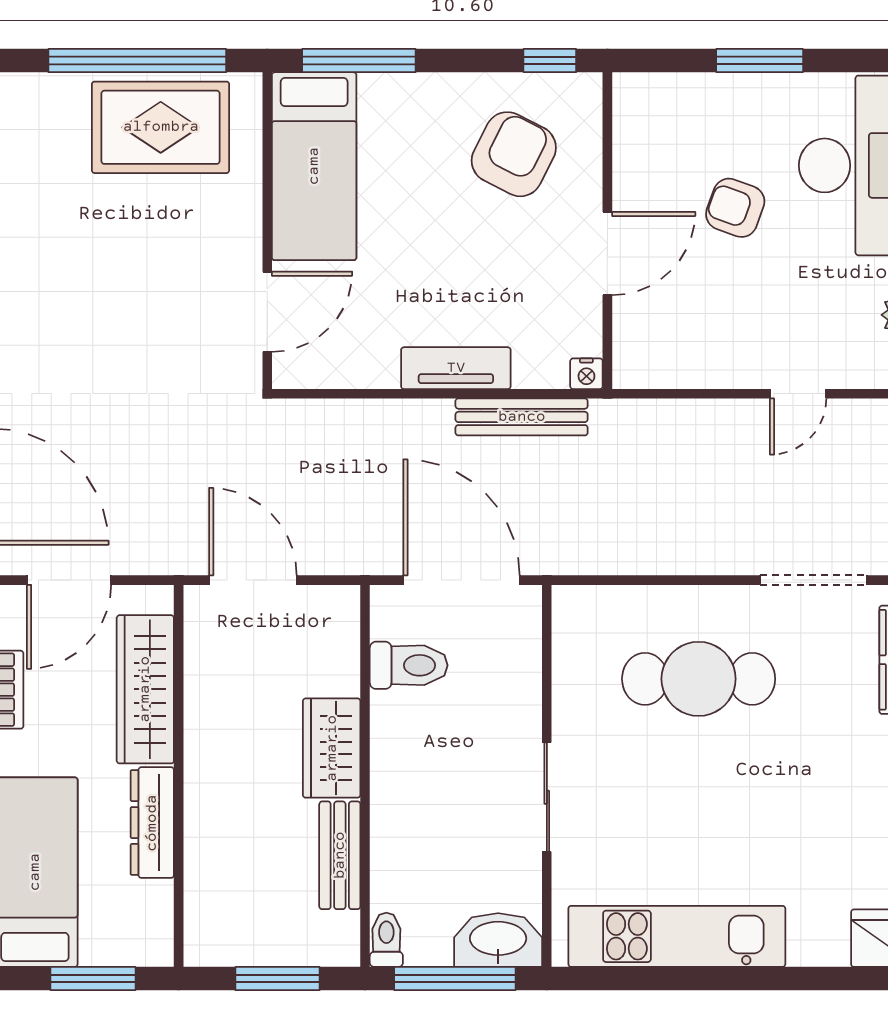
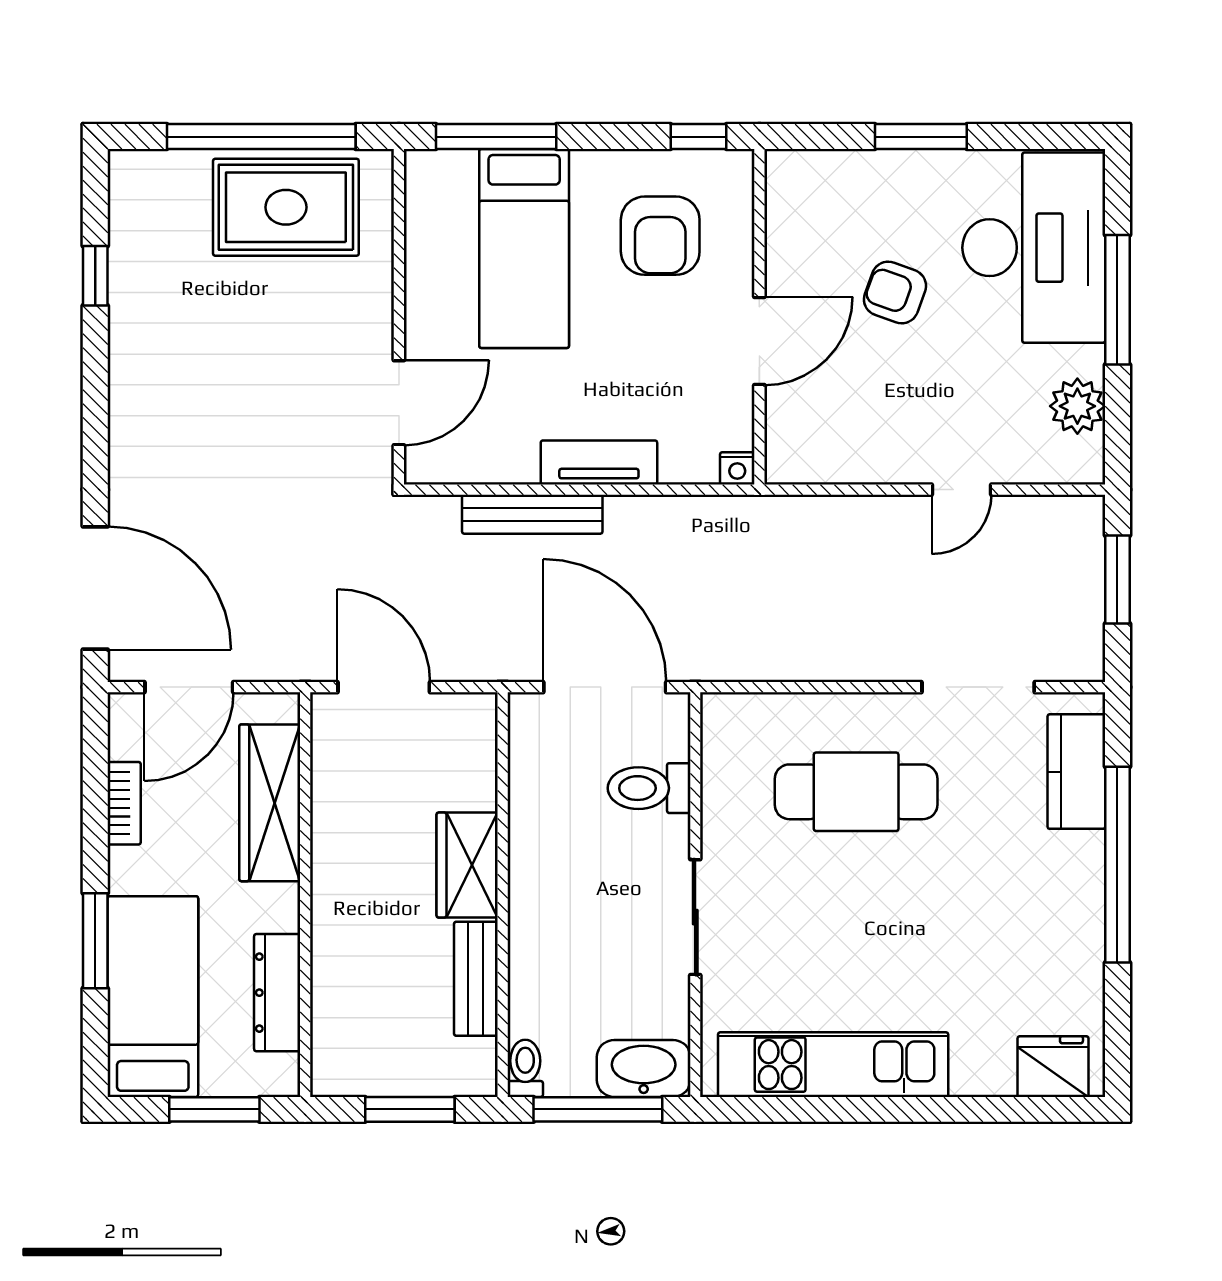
armchair: (514, 154) -> (660, 236), turned 153
bed: (314, 166) -> (524, 248), moved
bench: (522, 417) -> (532, 514), moved
toilet: (409, 665) -> (649, 788), moved, turned 180
dresser: (152, 823) -> (277, 993), moved

